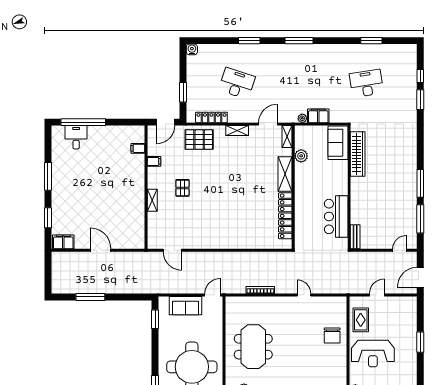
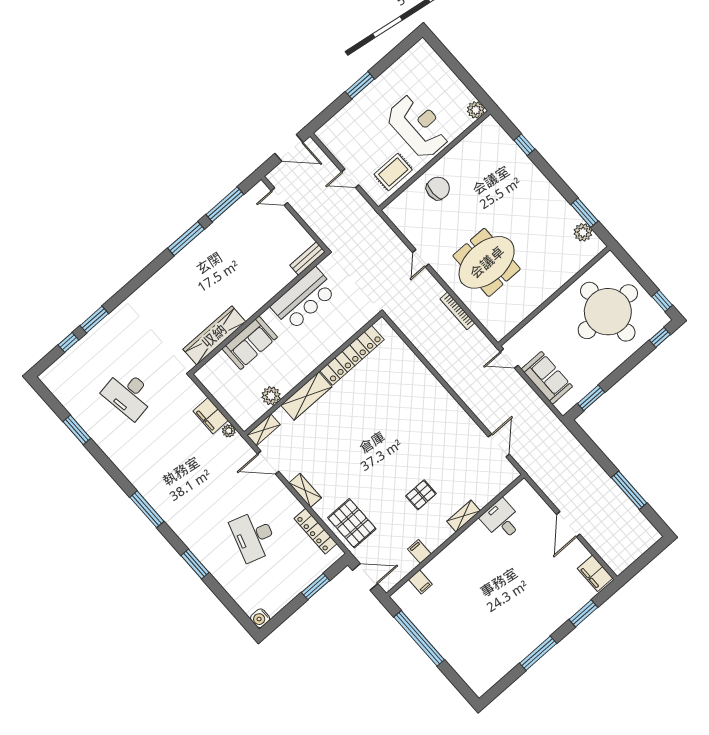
window: (83, 122) -> (419, 638), moved
desk: (76, 137) -> (502, 520), moved, turned 90
sofa: (338, 143) -> (250, 343), moved
meeting table: (253, 347) -> (487, 262), moved

